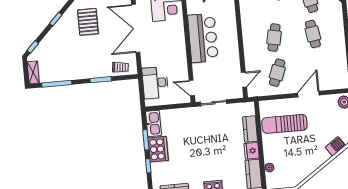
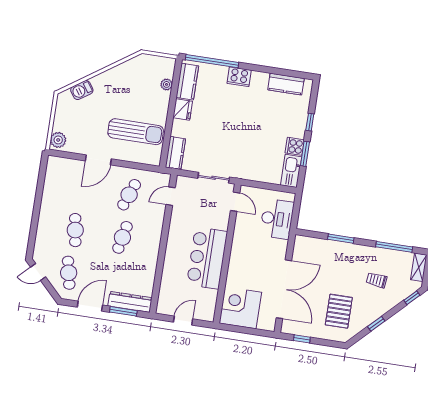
trolley: (120, 67) -> (377, 280), moved
kitchen counter: (250, 129) -> (175, 153), moved
cooker: (158, 149) -> (295, 146), width x0.53, depth x0.76

